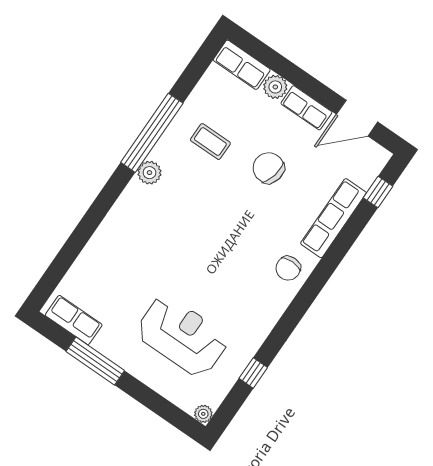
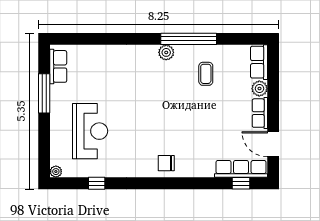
chair: (269, 168) -> (213, 115), removed
row of seats: (333, 218) -> (241, 169), moved

